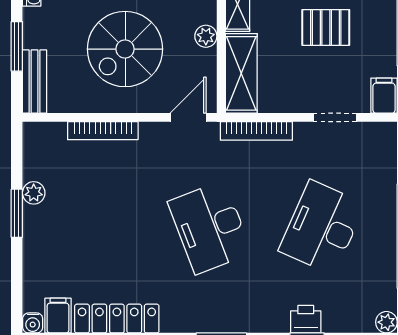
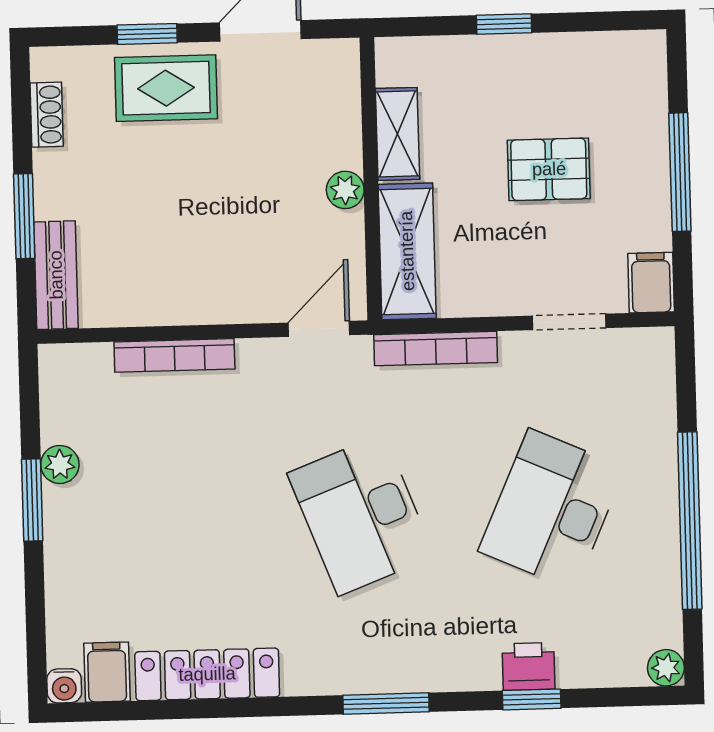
spiral stairs: (125, 49) -> (208, 216), removed

